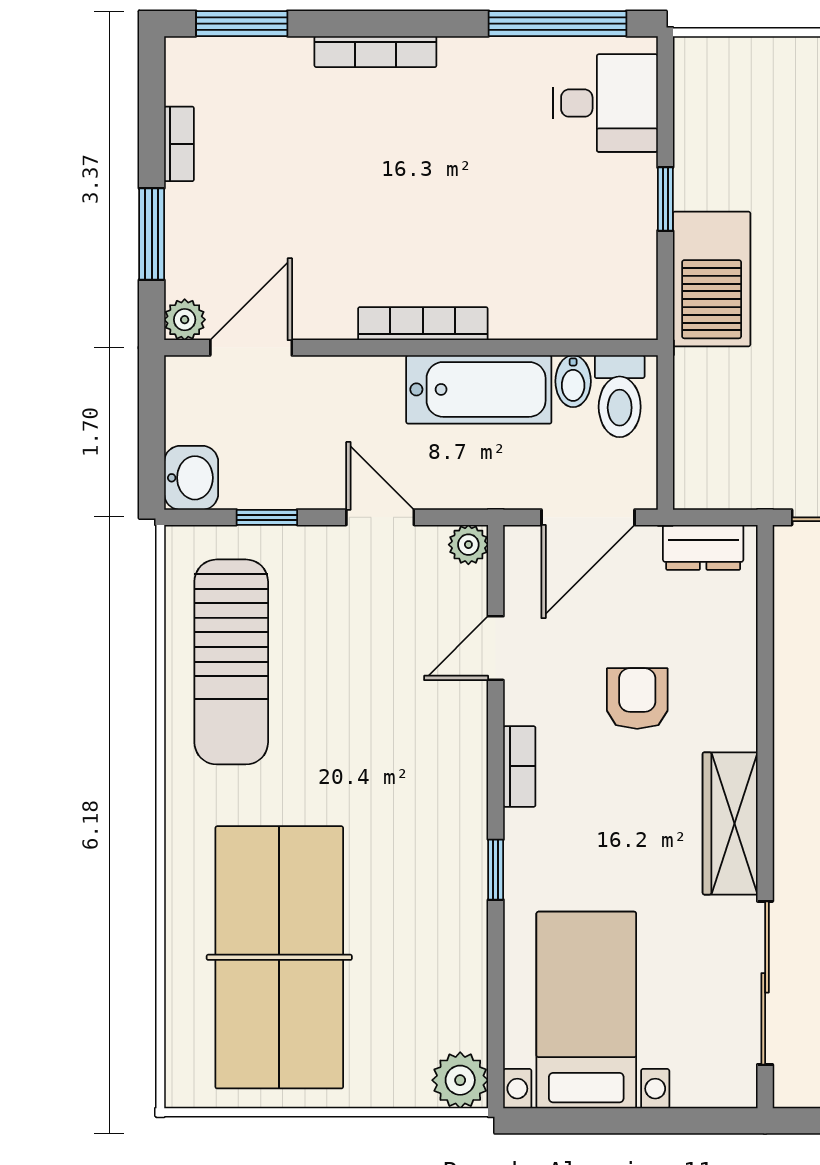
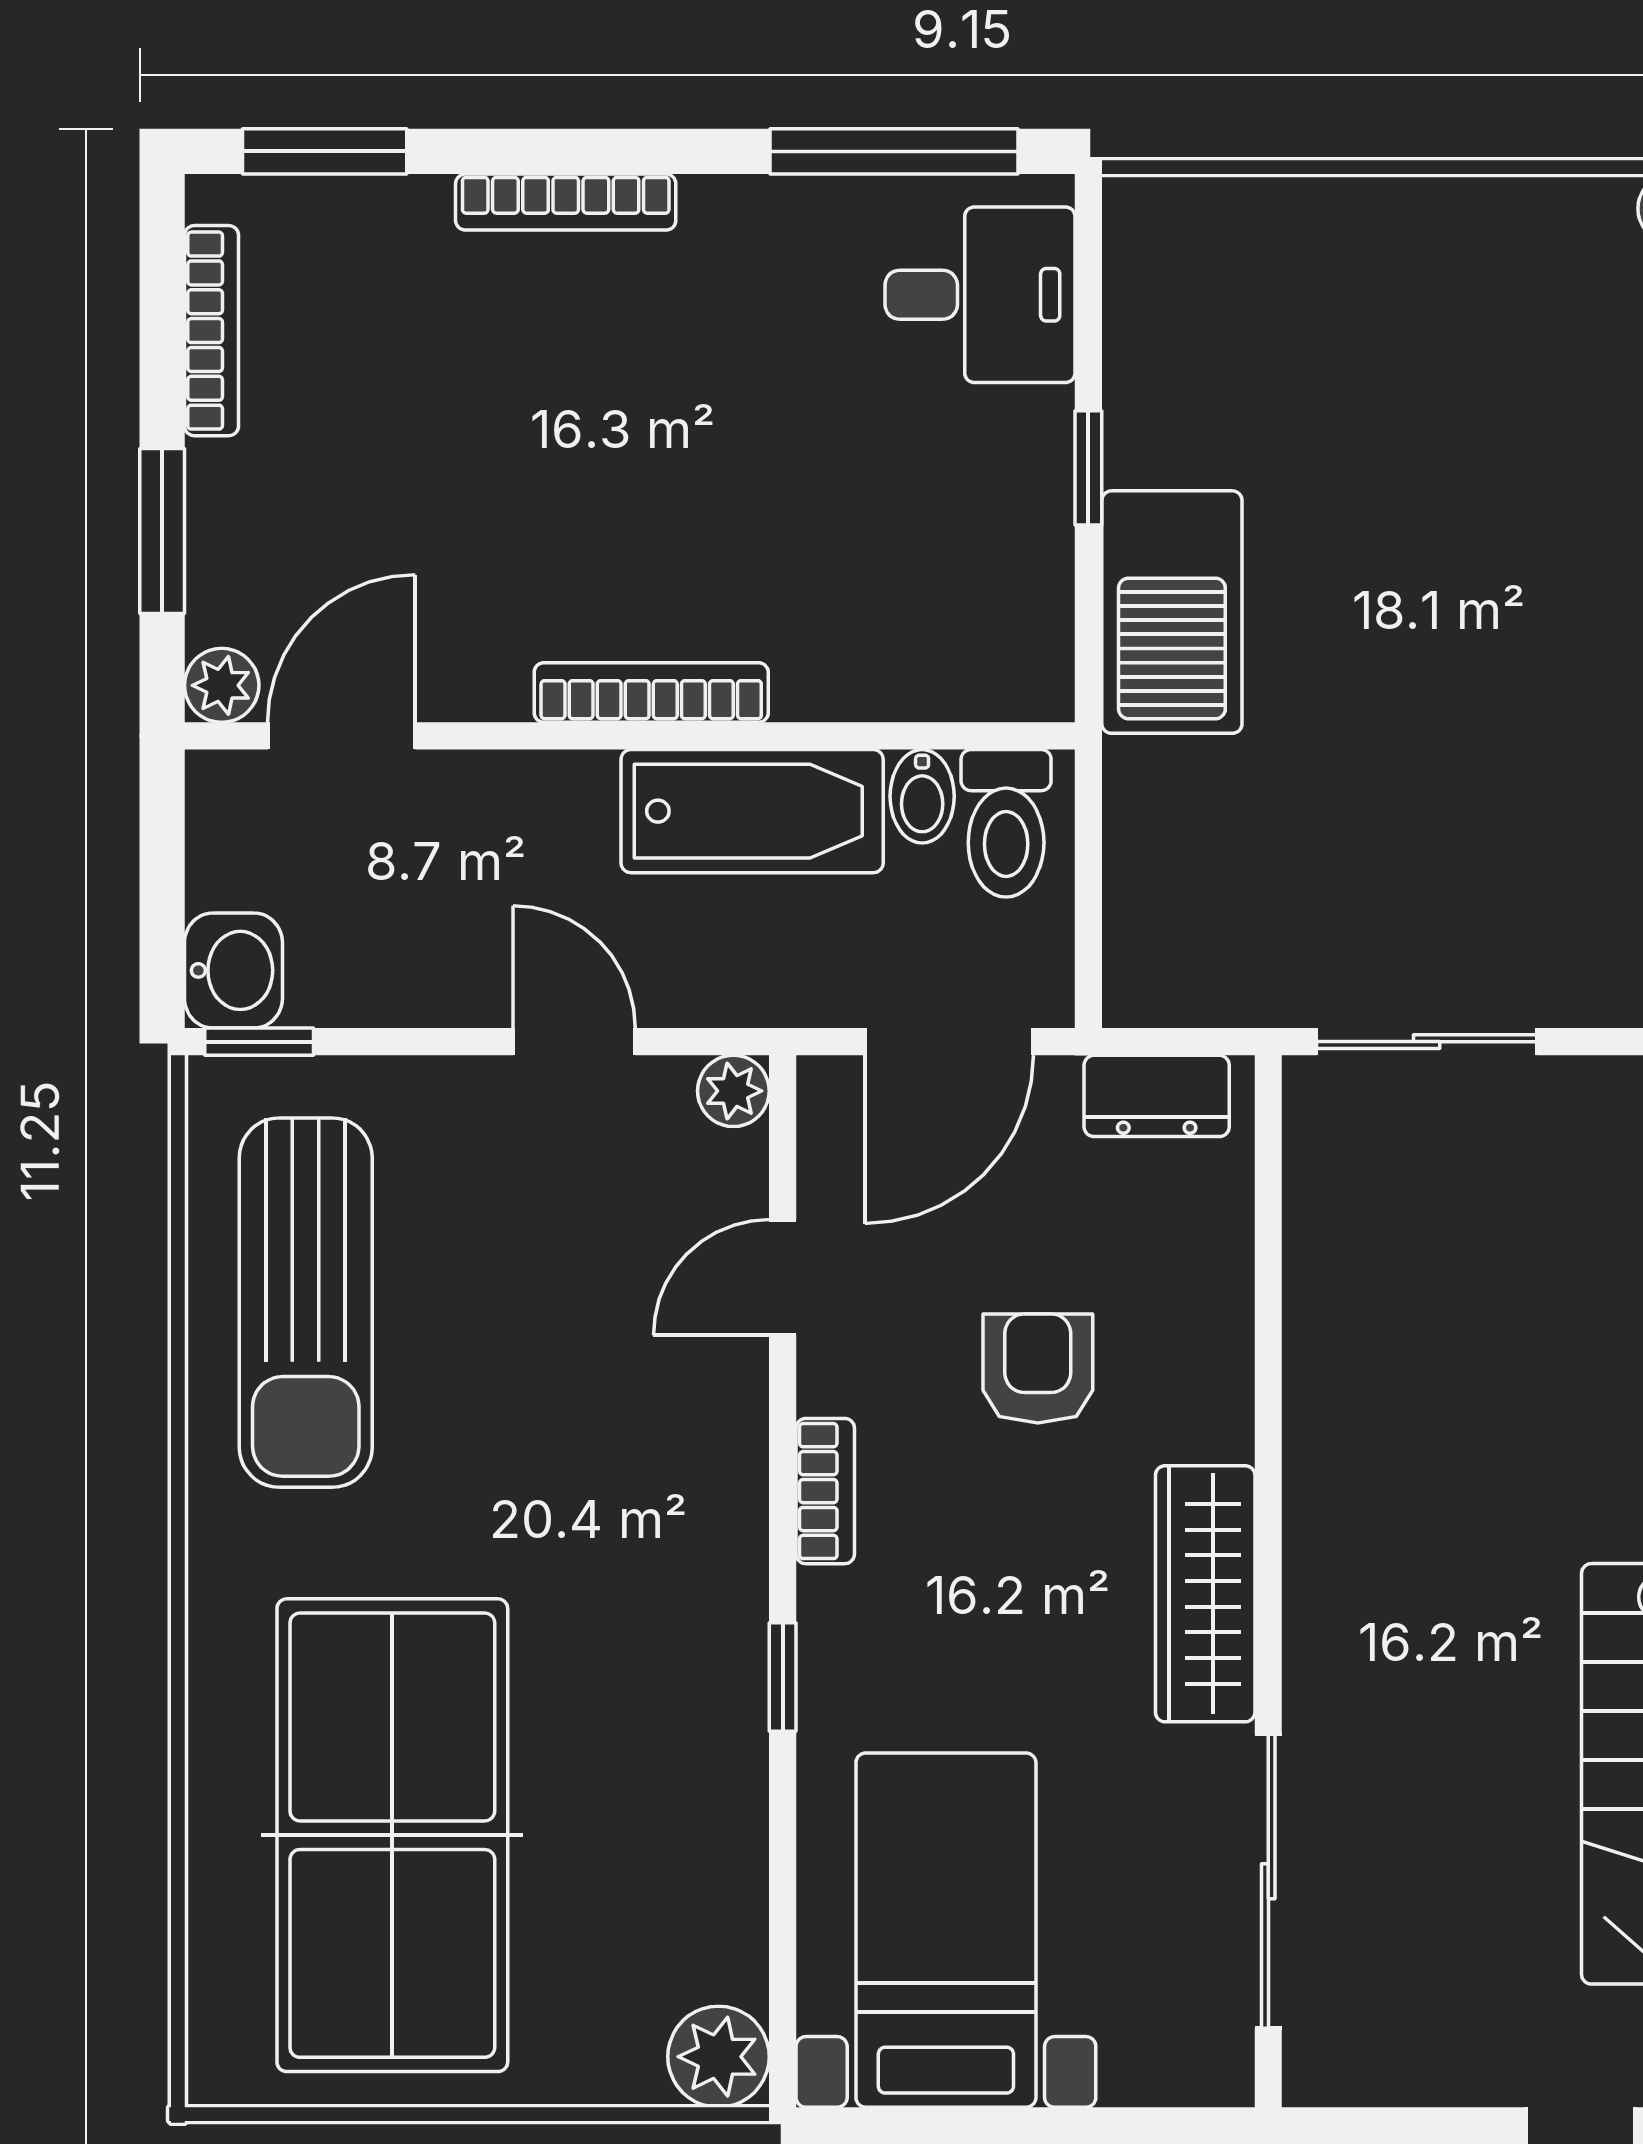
bookcase: (179, 144) -> (212, 331), width x1.56
window: (267, 517) -> (259, 1042), moved

